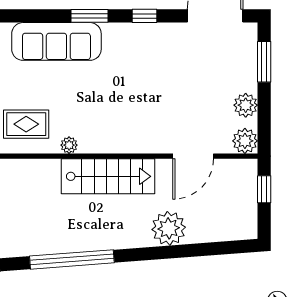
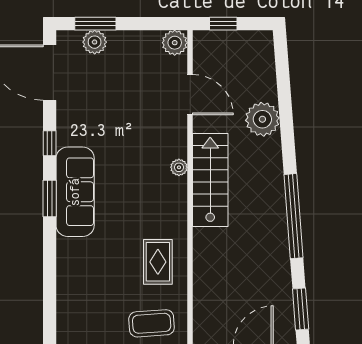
sofa: (56, 41) -> (75, 192), moved
plant: (246, 105) -> (95, 42), moved
plant: (69, 145) -> (179, 167), moved

